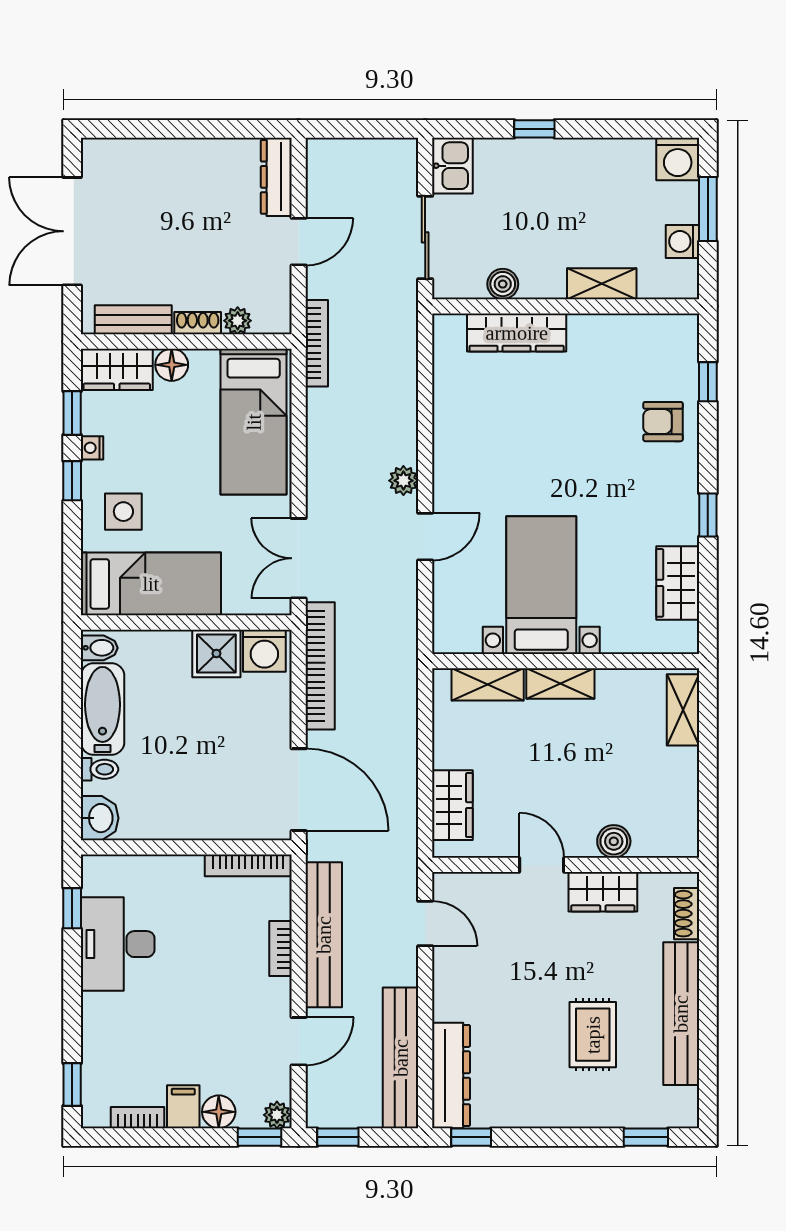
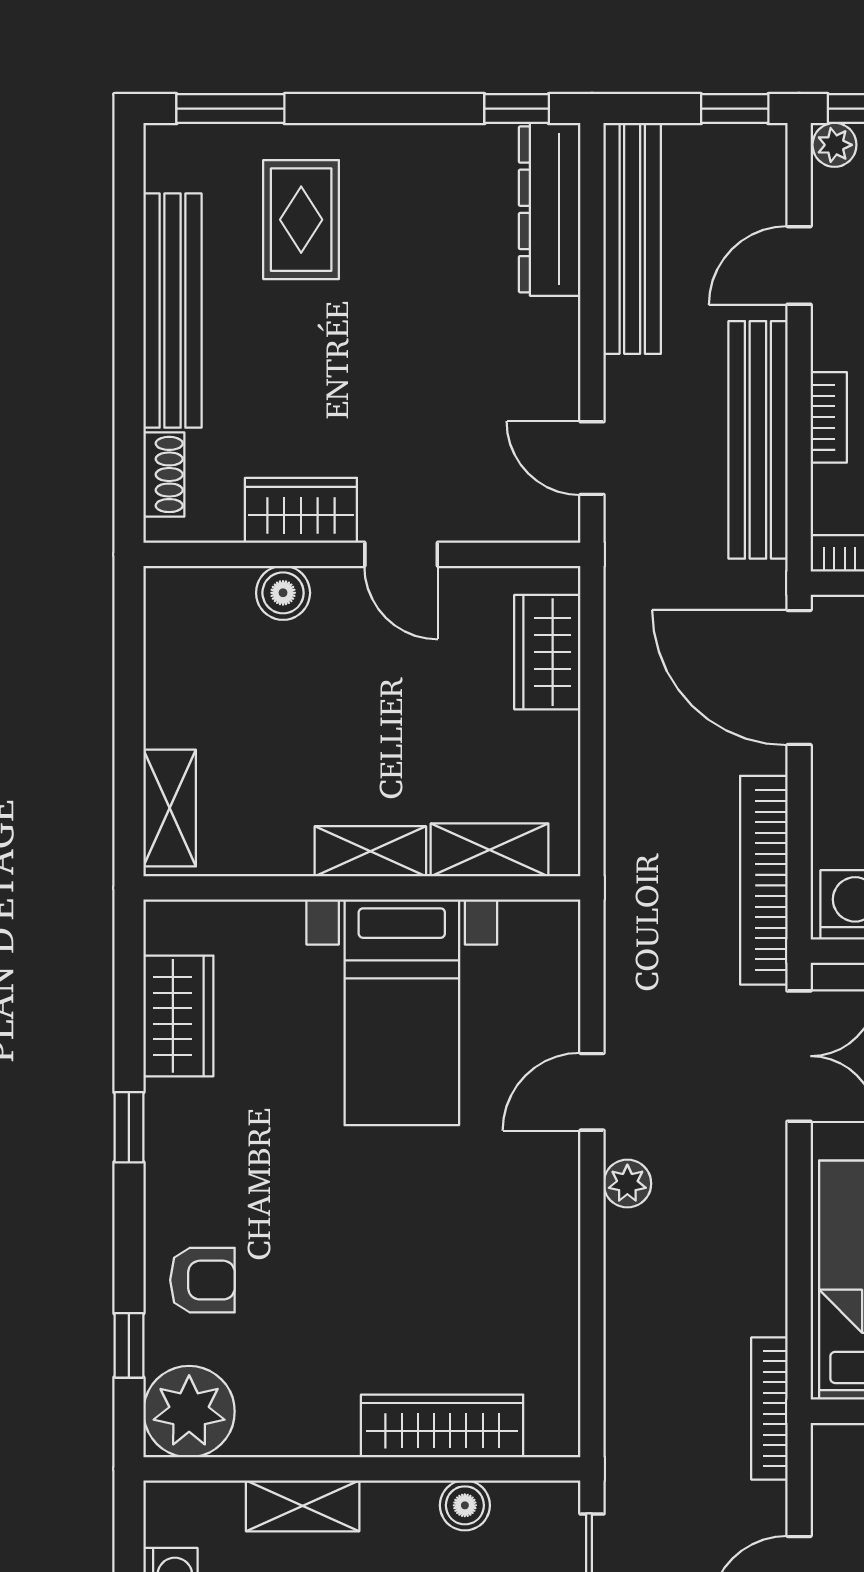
plant: (671, 341) -> (189, 1412), added
rug: (593, 1035) -> (301, 220), moved
window: (646, 1137) -> (230, 109), width x1.50

